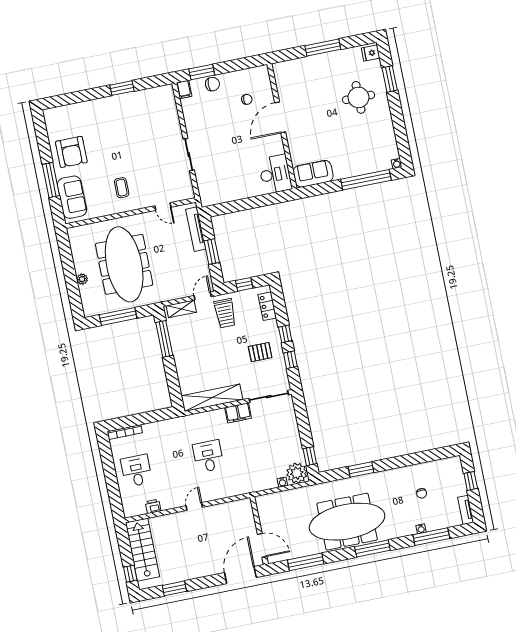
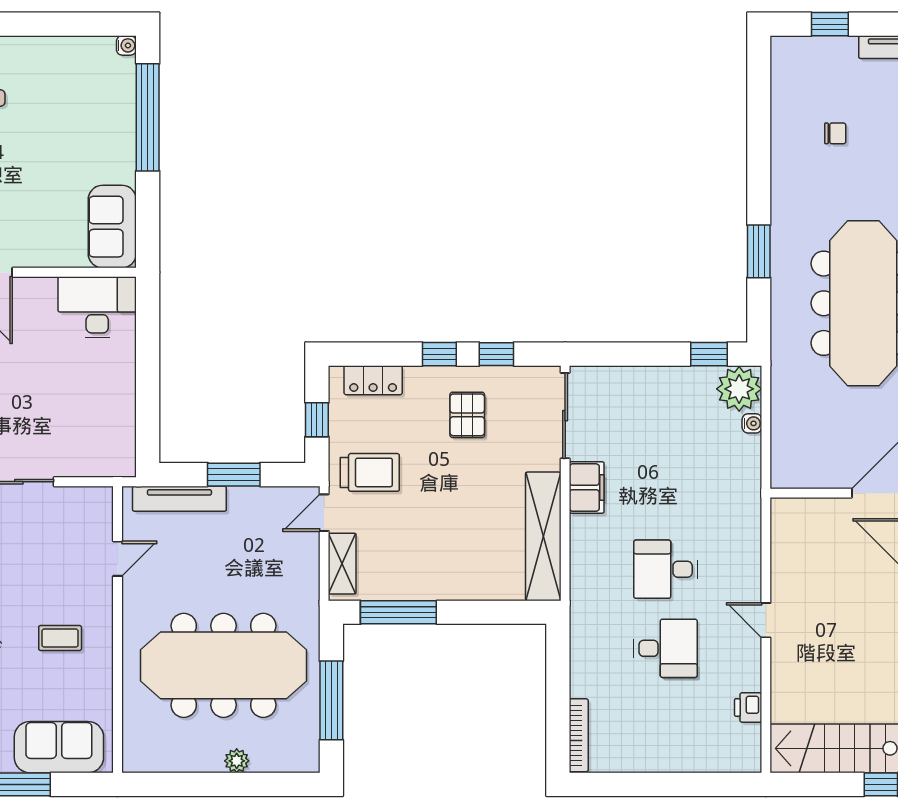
door: (203, 296) -> (324, 513), hinge flipped
desk: (136, 471) -> (666, 648), moved, turned 180

